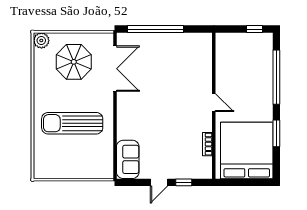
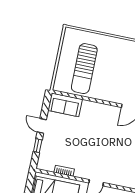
sun lounger: (72, 123) -> (84, 69), moved, turned 180

